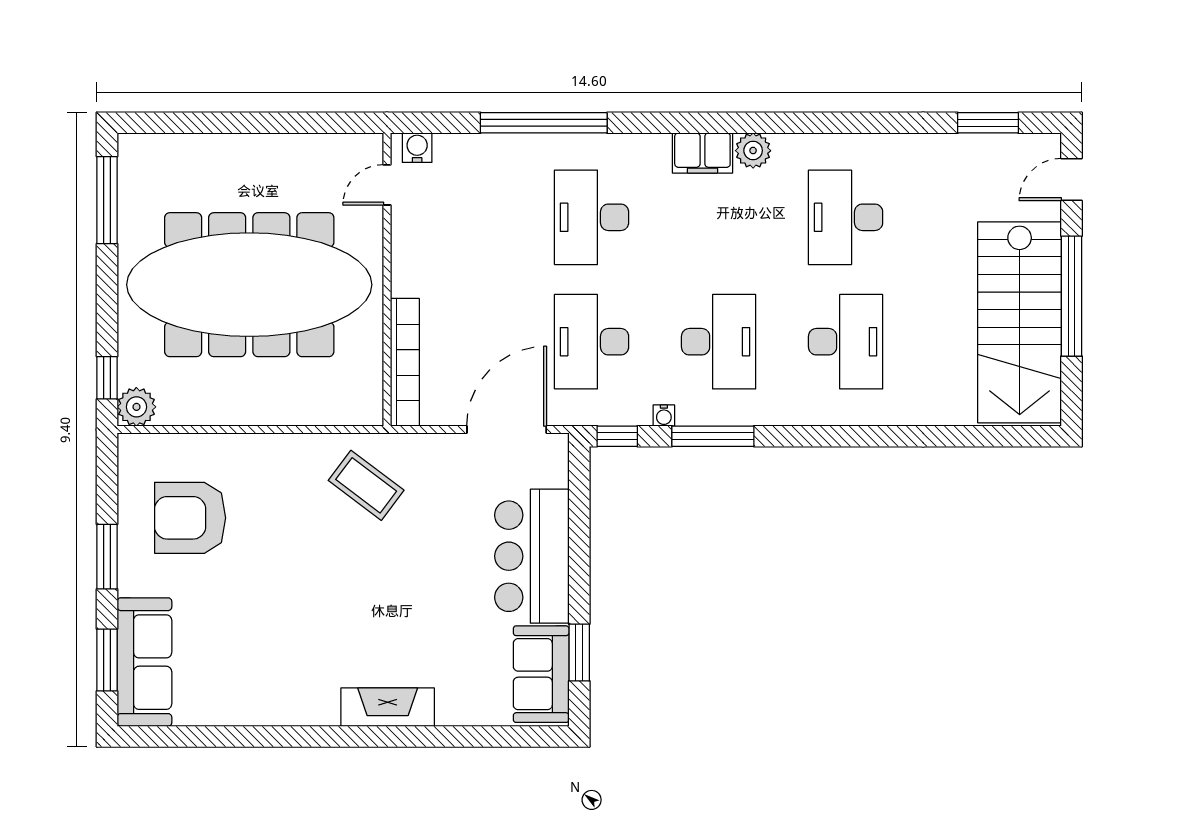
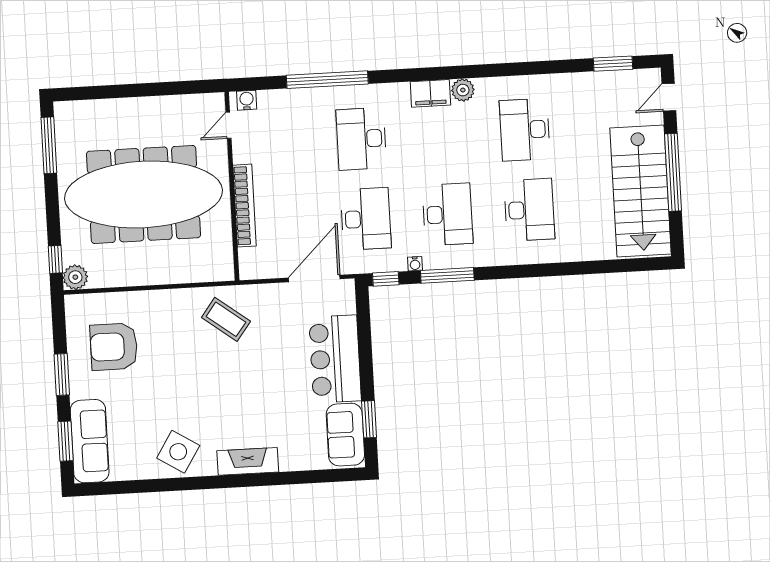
desk: (592, 342) -> (366, 219), turned 180
bookcase: (405, 362) -> (245, 206), moved
side table: (281, 686) -> (178, 452), added

